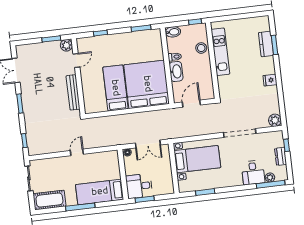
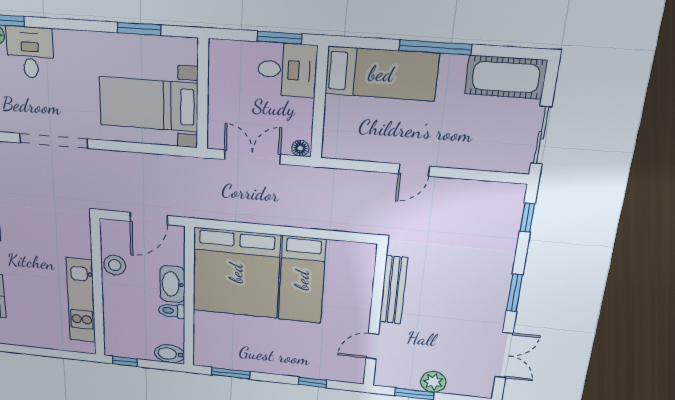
plant: (66, 45) -> (433, 382), moved
stool: (201, 48) -> (115, 265), moved

